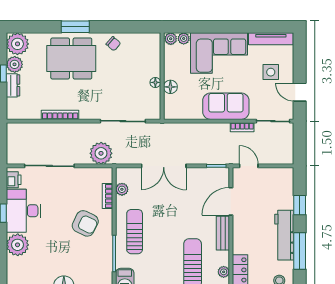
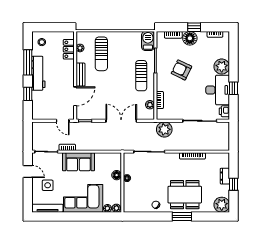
plant: (15, 64) -> (224, 191), removed
armchair: (85, 223) -> (181, 70), moved

